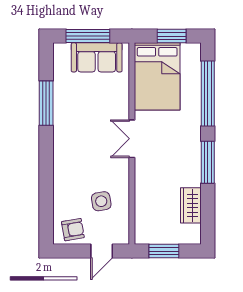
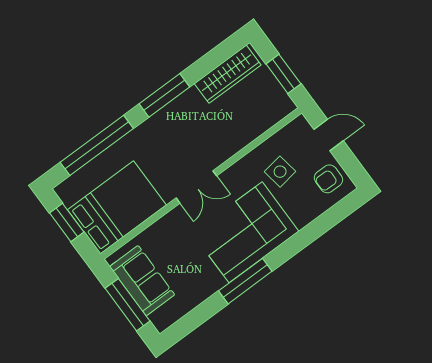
window: (46, 103) -> (245, 281), moved
corner sofa: (78, 149) -> (246, 232), added
wardrobe: (191, 205) -> (228, 74), width x1.50
armchair: (73, 230) -> (328, 179), turned -80

